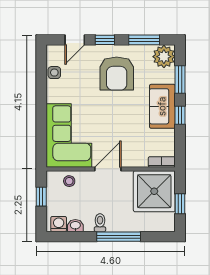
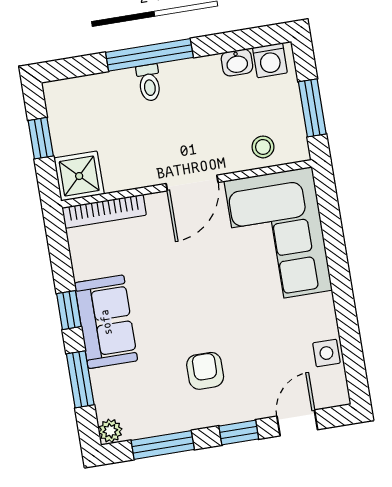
plant: (164, 57) -> (110, 431), width x0.53, depth x0.53
armchair: (117, 74) -> (205, 371), width x0.53, depth x0.53
bookcase: (162, 162) -> (104, 211), width x1.56
shower: (154, 191) -> (79, 176), width x0.54, depth x0.54
window: (41, 197) -> (312, 108), width x1.50
toilet: (100, 223) -> (149, 83), moved

